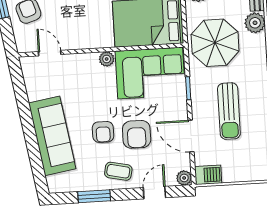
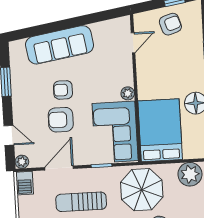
coffee table: (118, 171) -> (28, 103), removed

